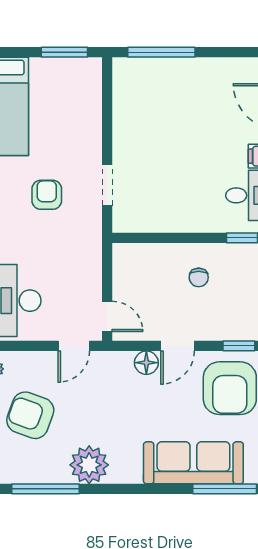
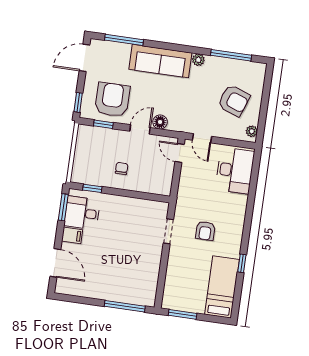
door: (74, 346) -> (202, 138), swing flipped
sofa: (193, 463) -> (160, 61), moved
plant: (89, 465) -> (198, 60), width x0.53, depth x0.53

